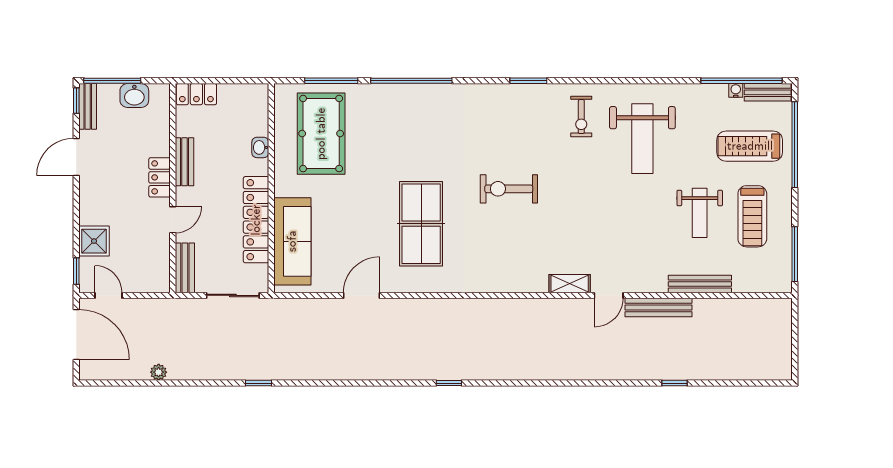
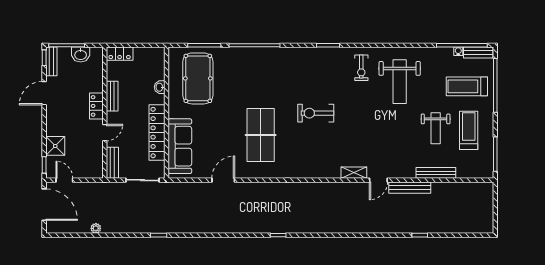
treadmill: (752, 216) -> (469, 130), turned 180

